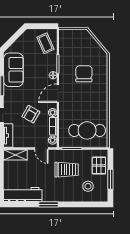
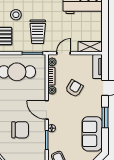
chair: (84, 74) -> (20, 130), turned -90
door: (58, 93) -> (47, 110), swing flipped
door: (41, 149) -> (64, 53), hinge flipped
trolley: (67, 170) -> (38, 32), turned -90

